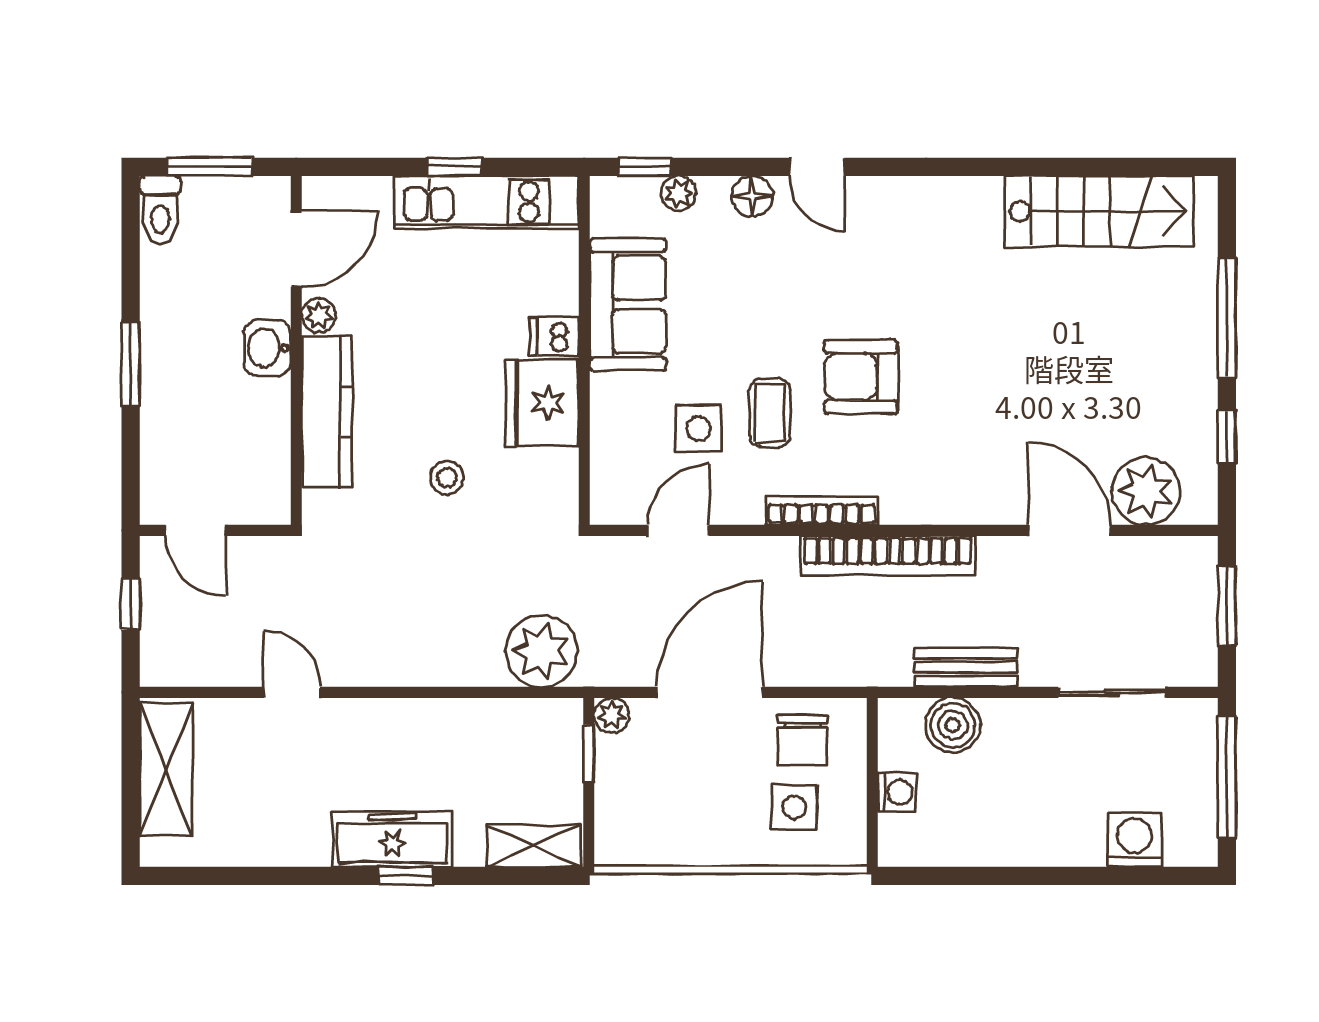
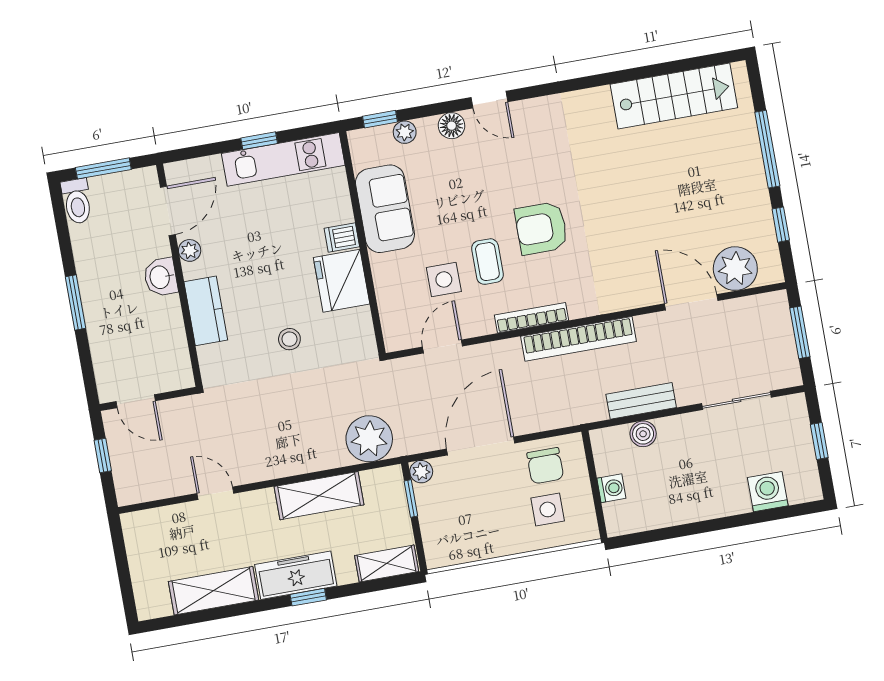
kitchen counter: (327, 412) -> (206, 311), width x0.67
shelving: (449, 724) -> (319, 496), added
boiler: (953, 725) -> (643, 434), width x0.73, depth x0.73
shelving: (166, 769) -> (214, 591), moved, turned 90
window: (1227, 777) -> (819, 441), width x0.46

